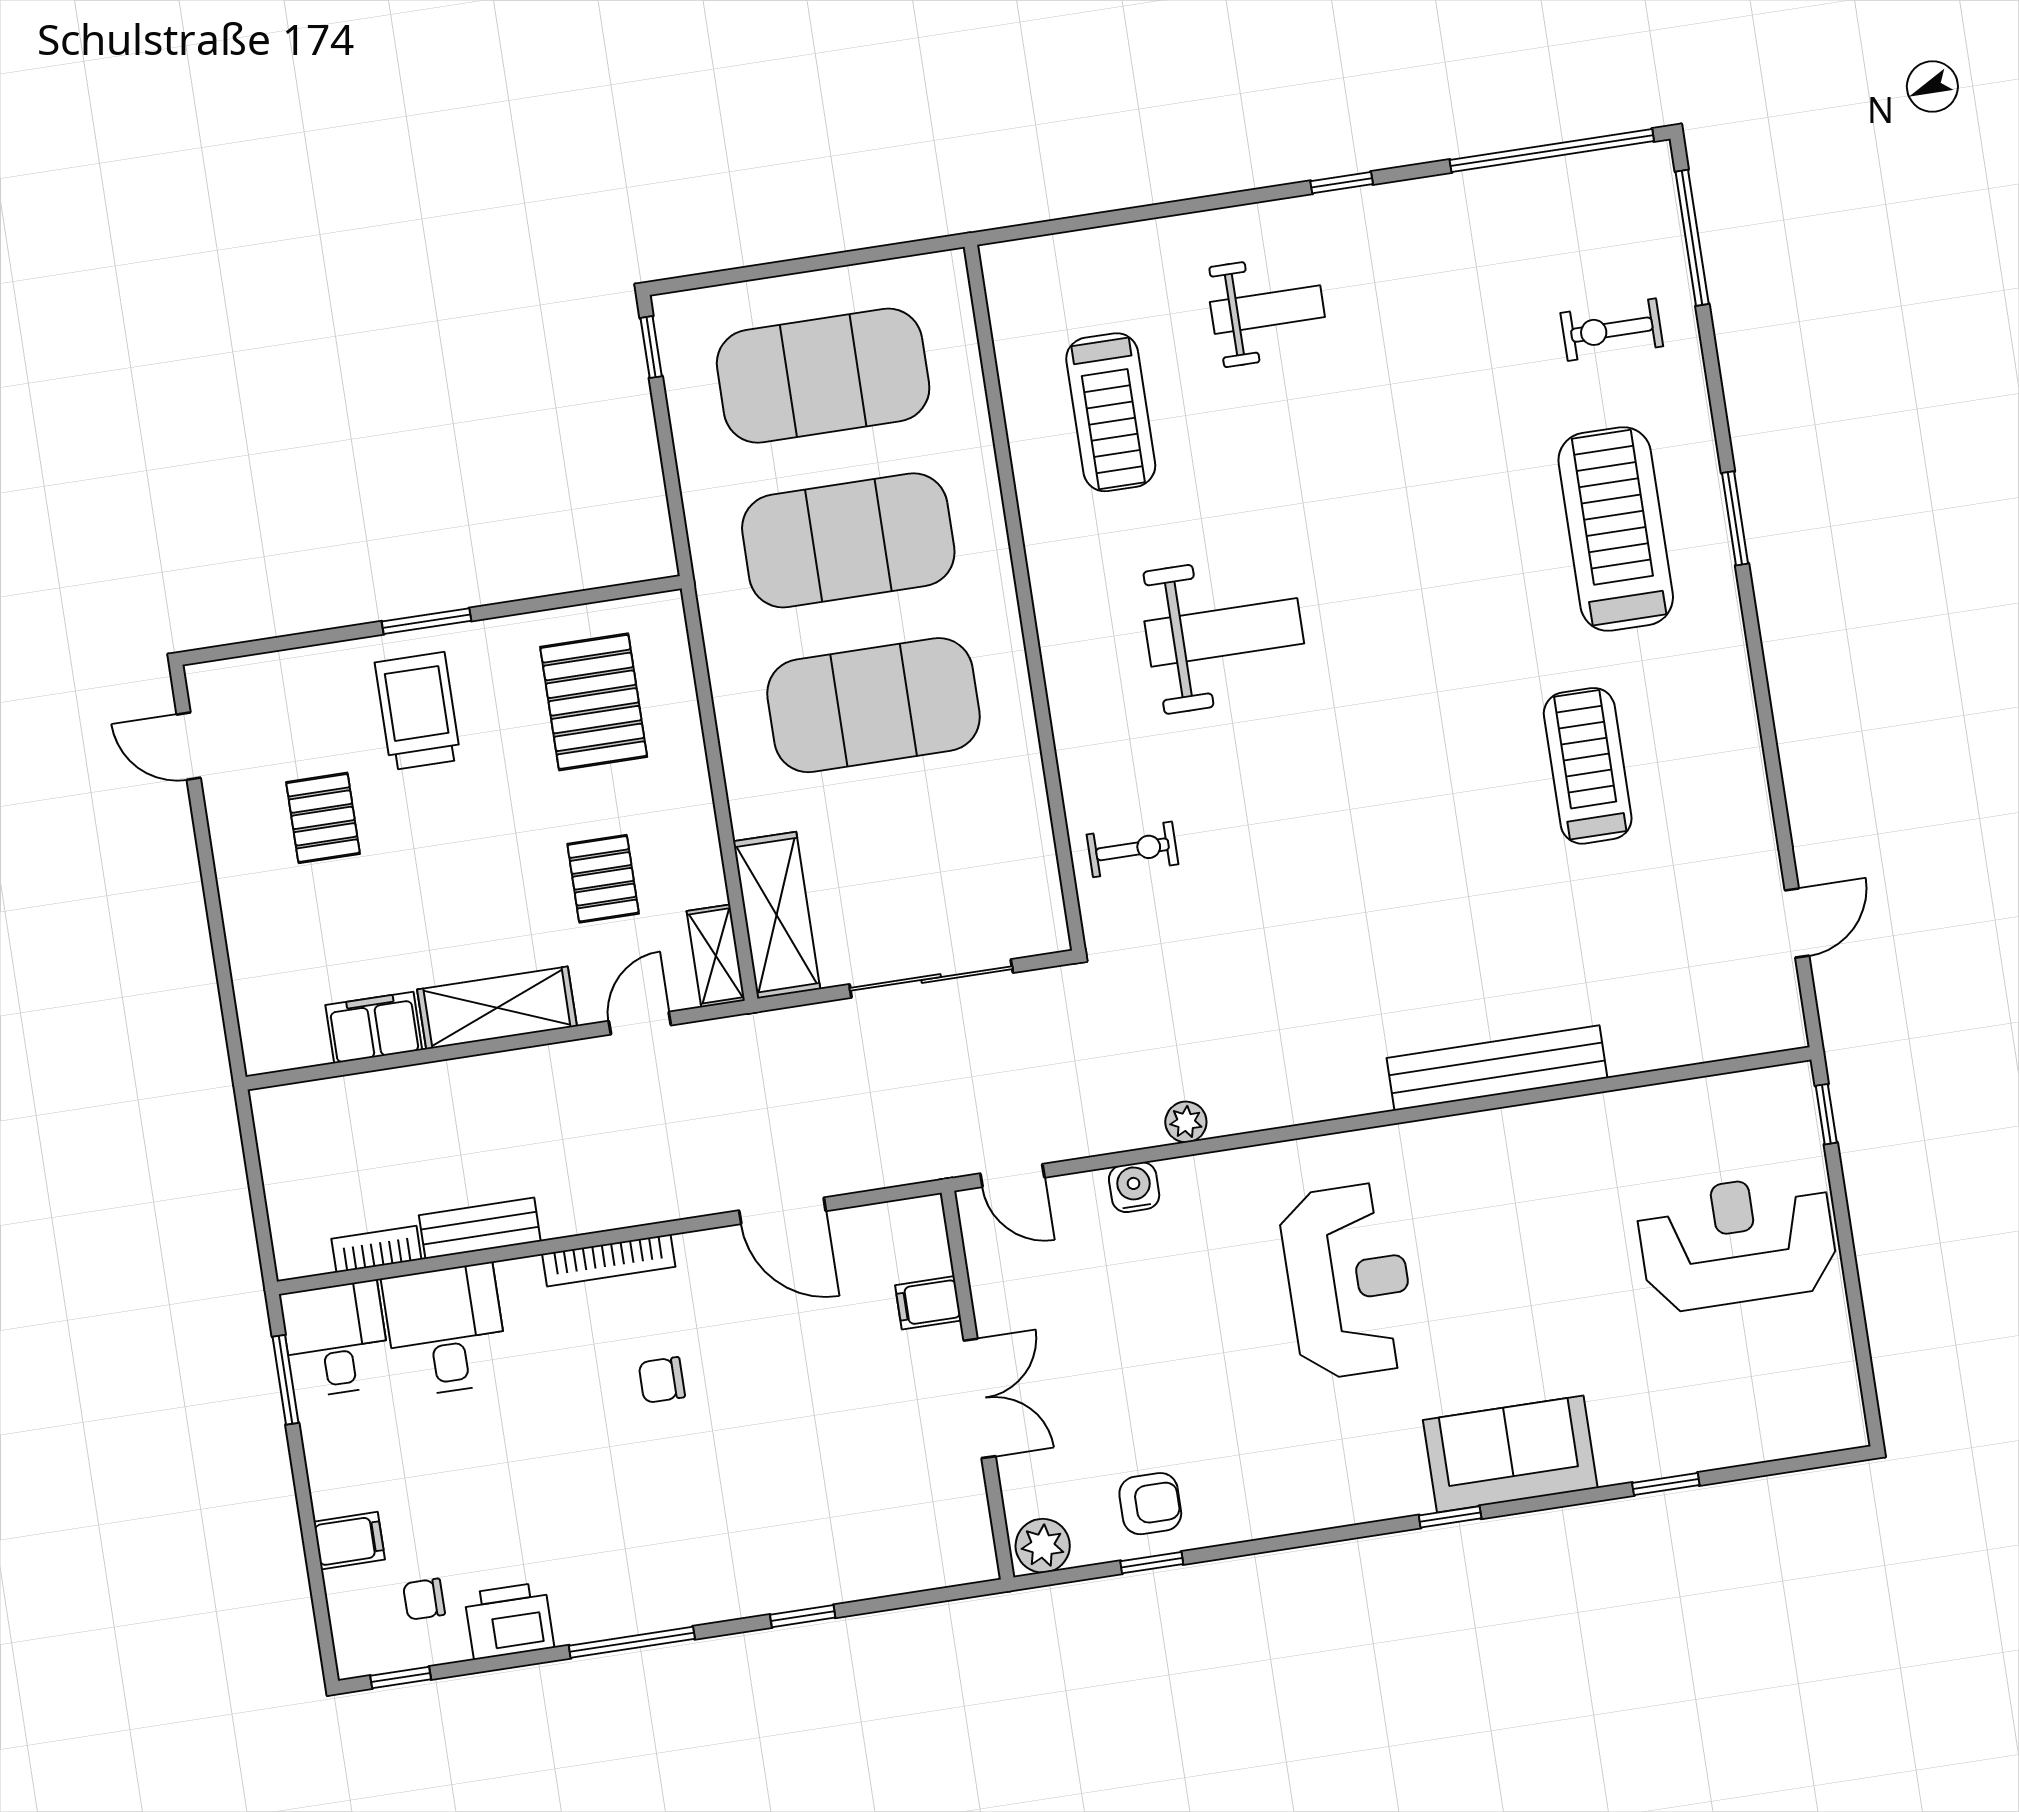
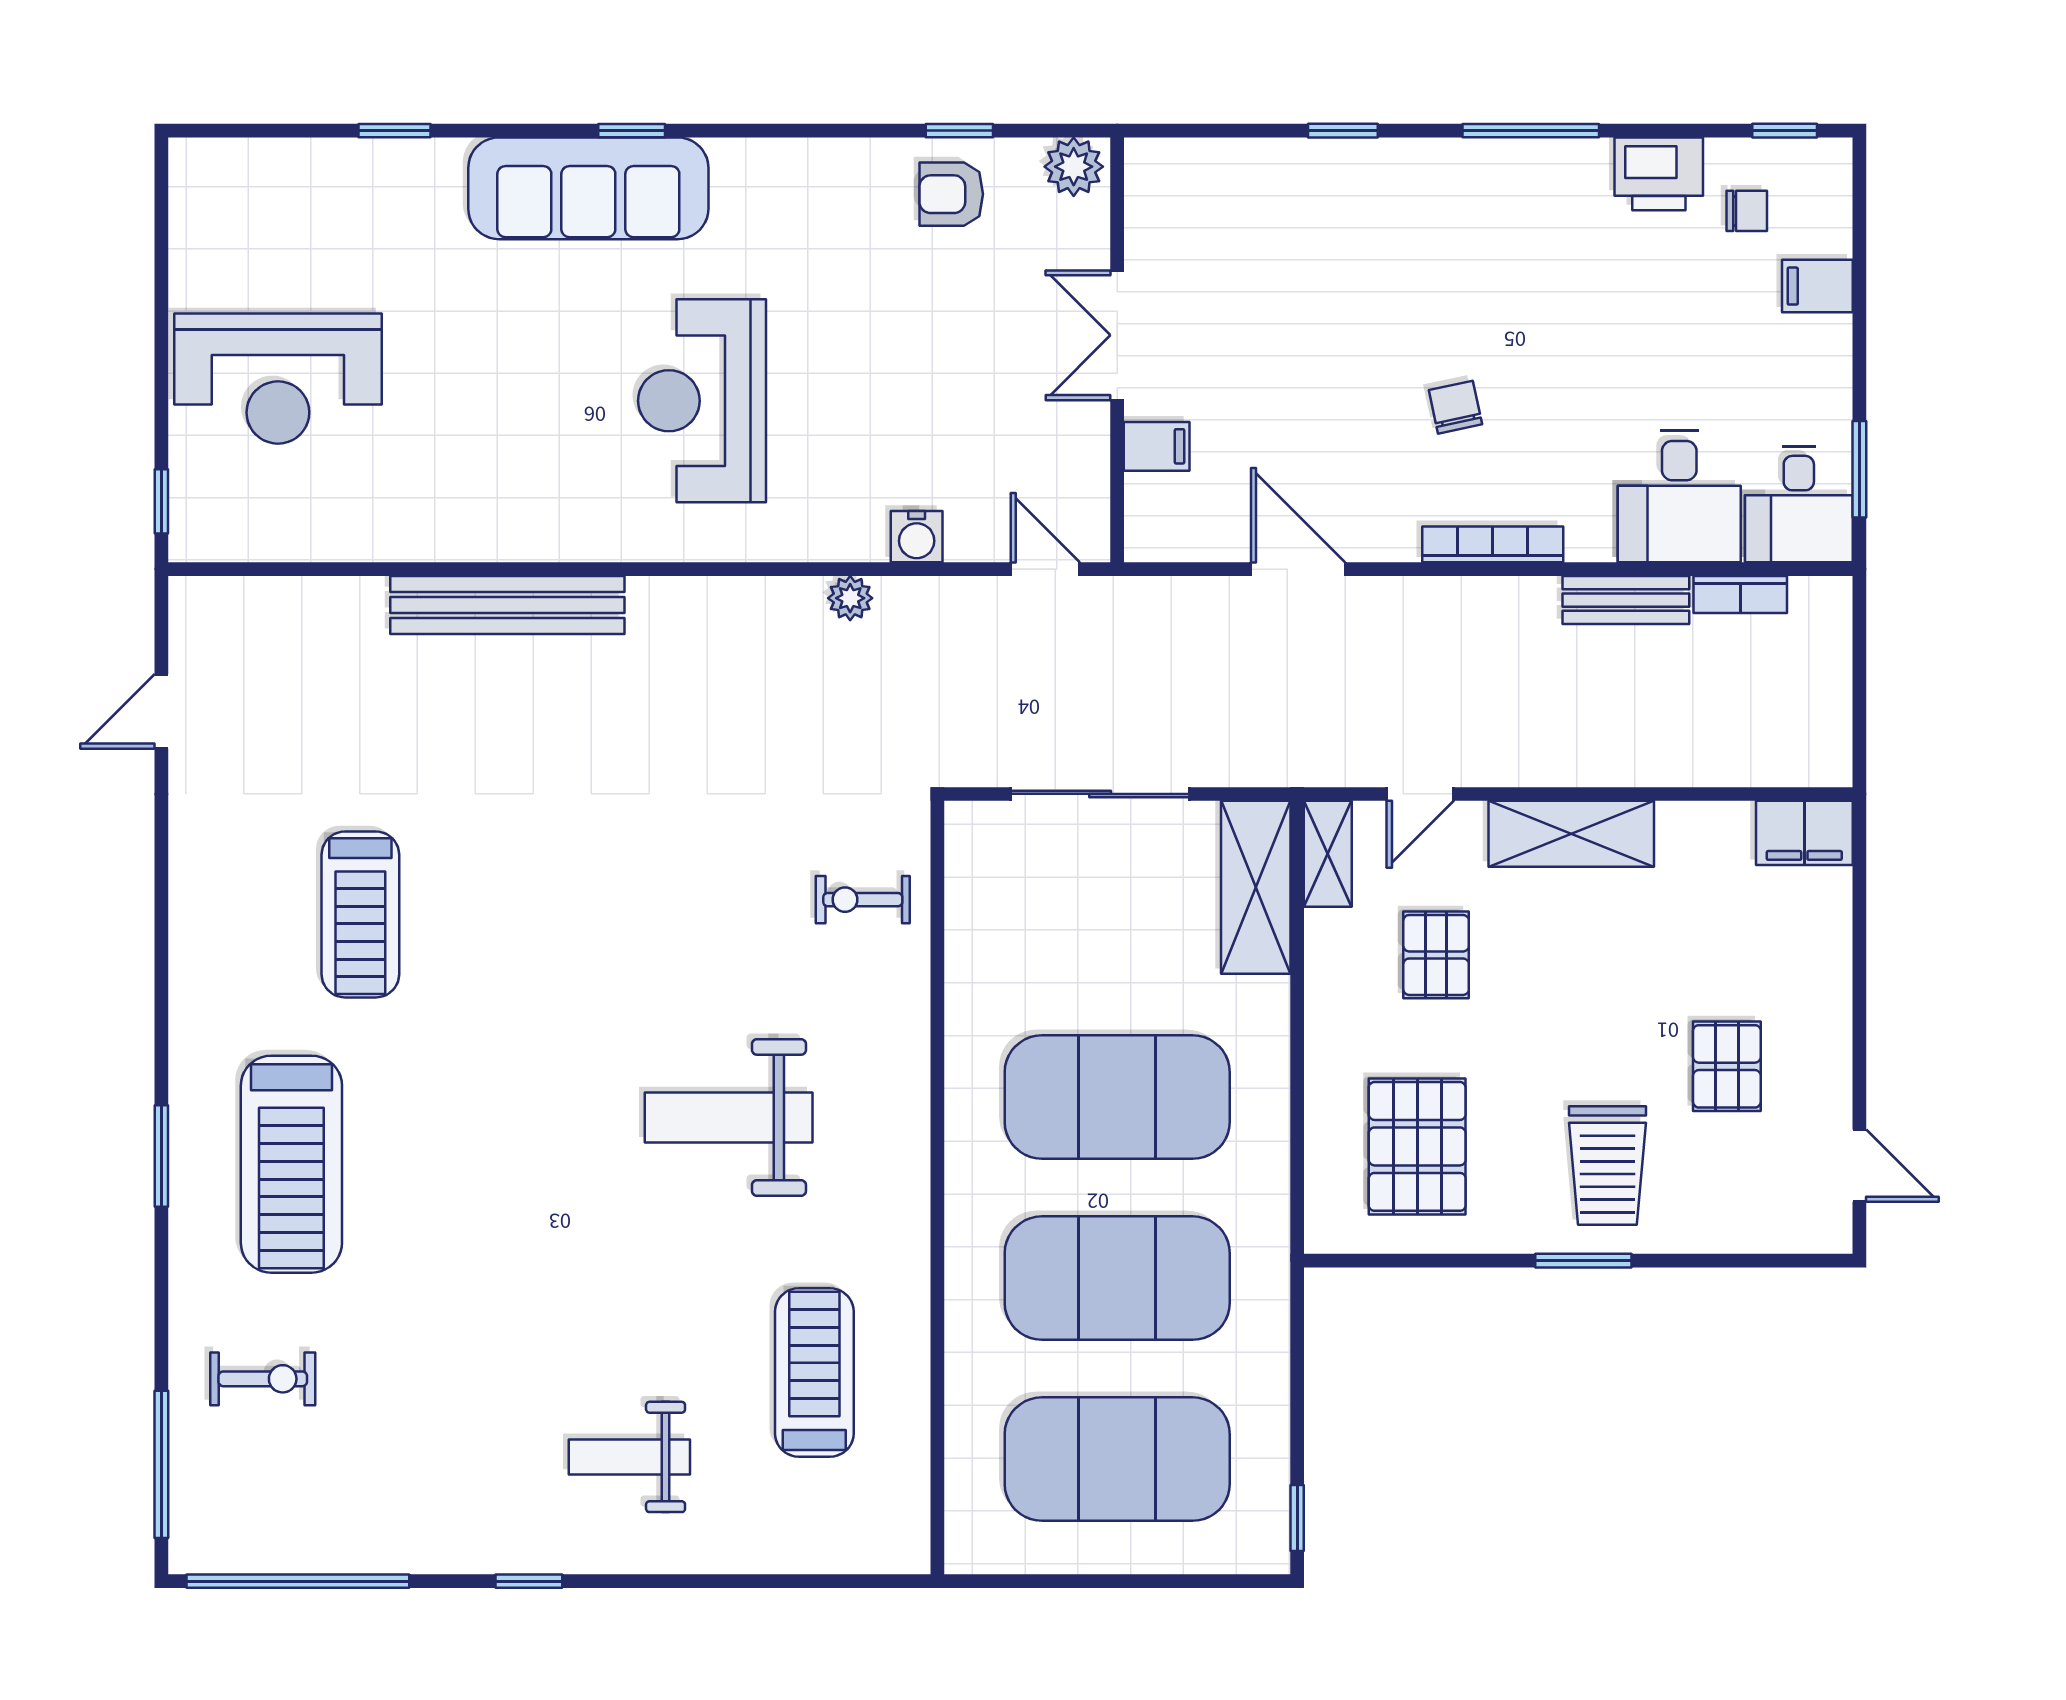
filing cabinet: (374, 1028) -> (1804, 833), moved
chair: (662, 1380) -> (1455, 407), turned -102
sofa: (1510, 1454) -> (588, 188), width x1.36

